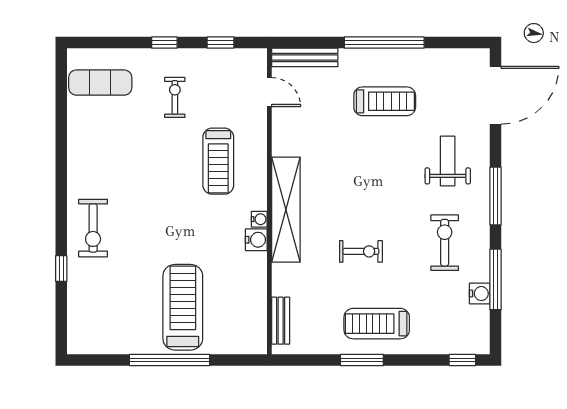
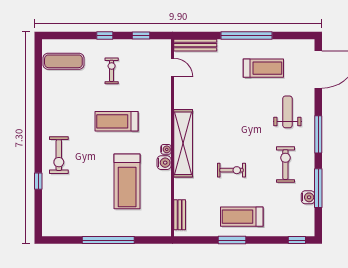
treadmill: (385, 101) -> (263, 68), moved
treadmill: (218, 161) -> (117, 121), moved, turned 90
treadmill: (183, 307) -> (127, 181), moved, turned 180

